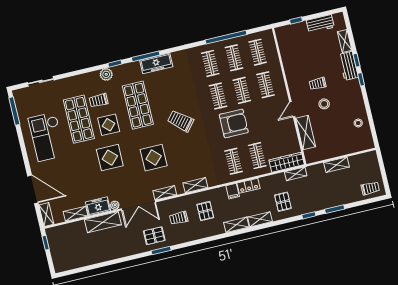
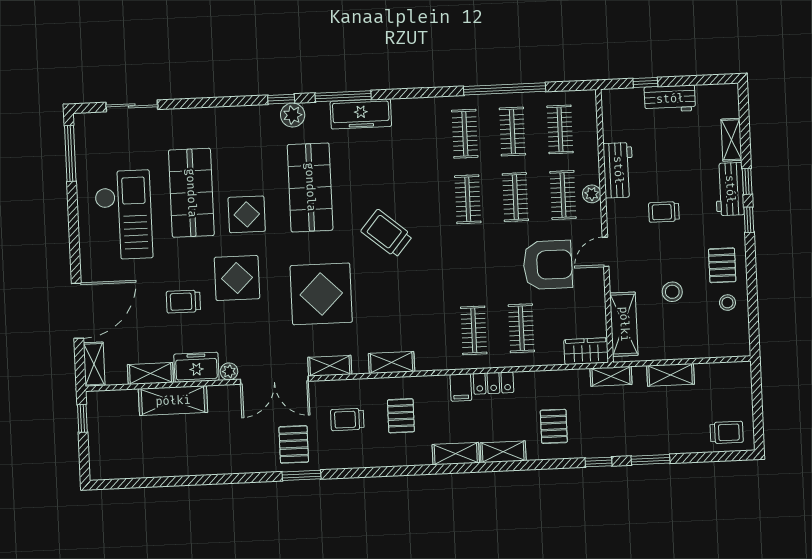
workbench: (320, 24) -> (670, 99), moved
workbench: (291, 67) -> (618, 170), added
plant: (106, 74) -> (293, 115), moved
plant: (280, 81) -> (592, 194), added
trolley: (99, 100) -> (183, 302), moved
stool: (324, 104) -> (672, 292), moved
pallet: (352, 105) -> (722, 265), added
armchair: (234, 123) -> (548, 265), moved
shelving: (306, 132) -> (624, 324), moved
checkout: (47, 137) -> (124, 215), turned 180
display table: (154, 158) -> (321, 294), width x1.36, depth x1.36
wardrobe: (287, 162) -> (586, 351), width x0.67
shelving: (296, 174) -> (611, 376), moved
door: (33, 189) -> (77, 311), hinge flipped
shelving: (103, 222) -> (173, 401), moved
pallet: (154, 236) -> (294, 444), turned 90

